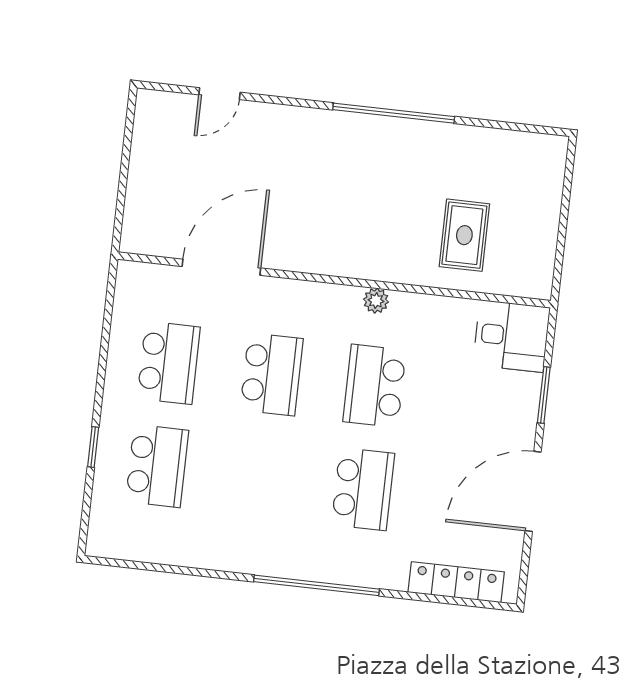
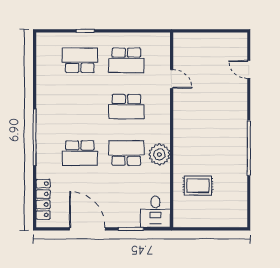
door: (221, 267) -> (172, 79), width x0.53
plant: (376, 301) -> (159, 155), width x1.87, depth x1.87
school desk: (157, 466) -> (80, 60), turned 180

